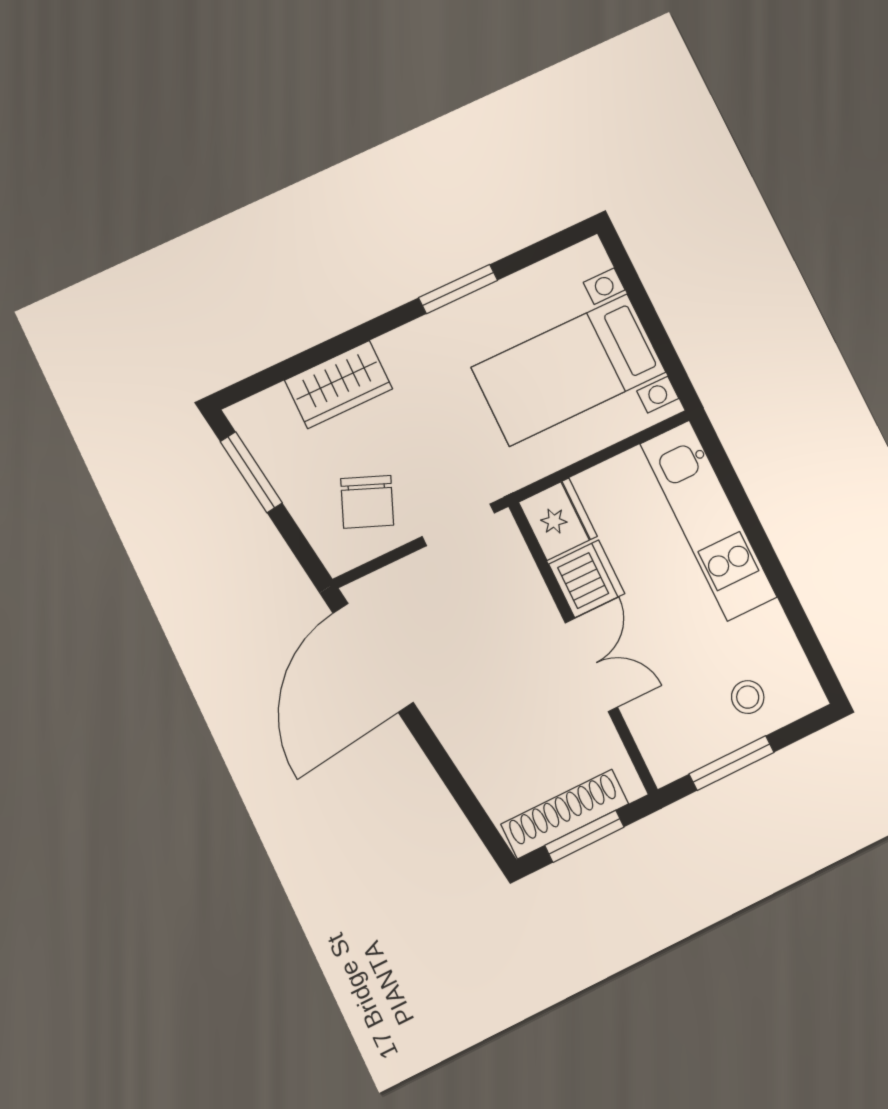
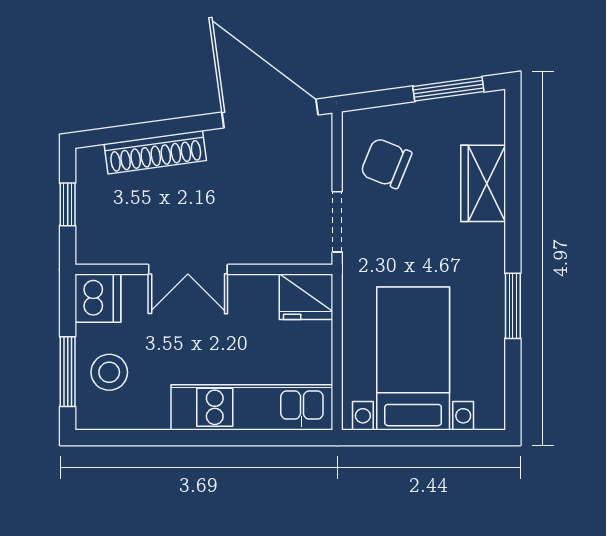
dishwasher: (587, 579) -> (98, 298), moved, turned -90
stool: (748, 697) -> (109, 372), width x1.37, depth x1.37
window: (732, 763) -> (68, 372), moved
shoe rack: (565, 814) -> (155, 152), moved, turned 82
window: (584, 836) -> (68, 204), width x0.67

